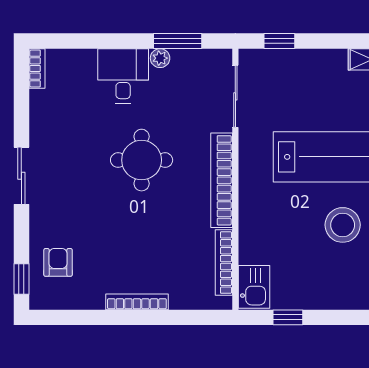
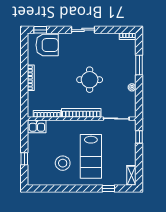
window: (178, 41) -> (139, 65), moved
desk: (123, 76) -> (125, 72), removed
armchair: (58, 262) -> (47, 45), width x1.88, depth x1.88
window: (288, 317) -> (24, 159), moved

